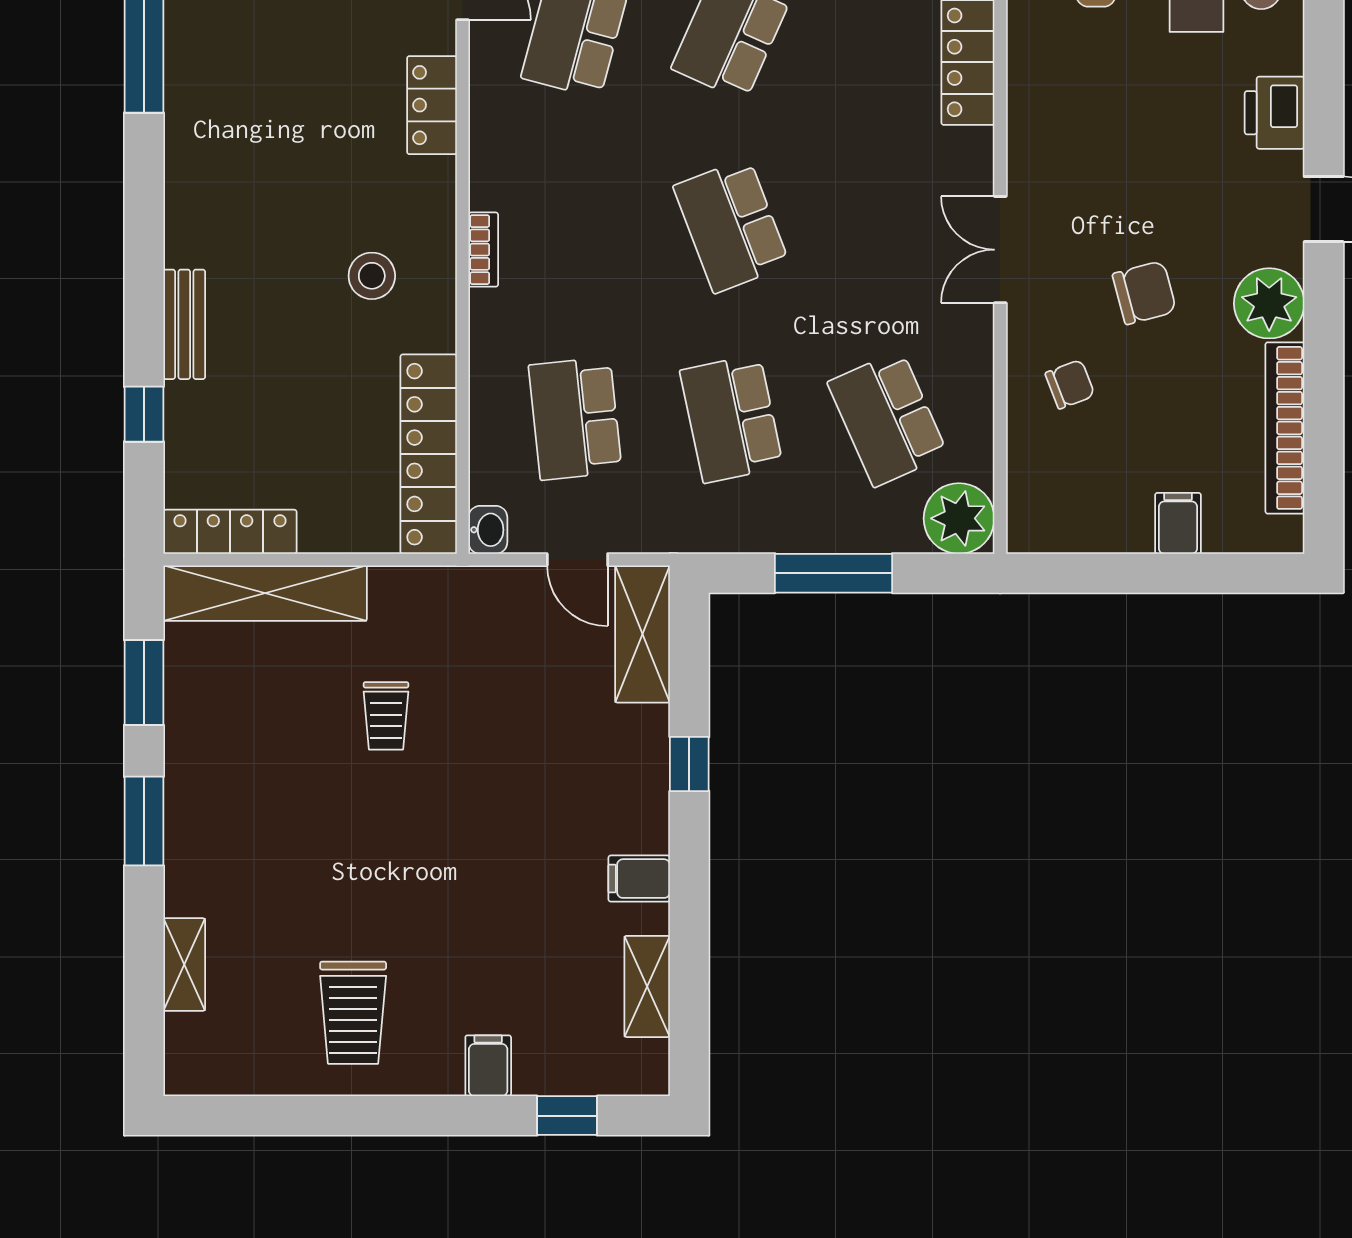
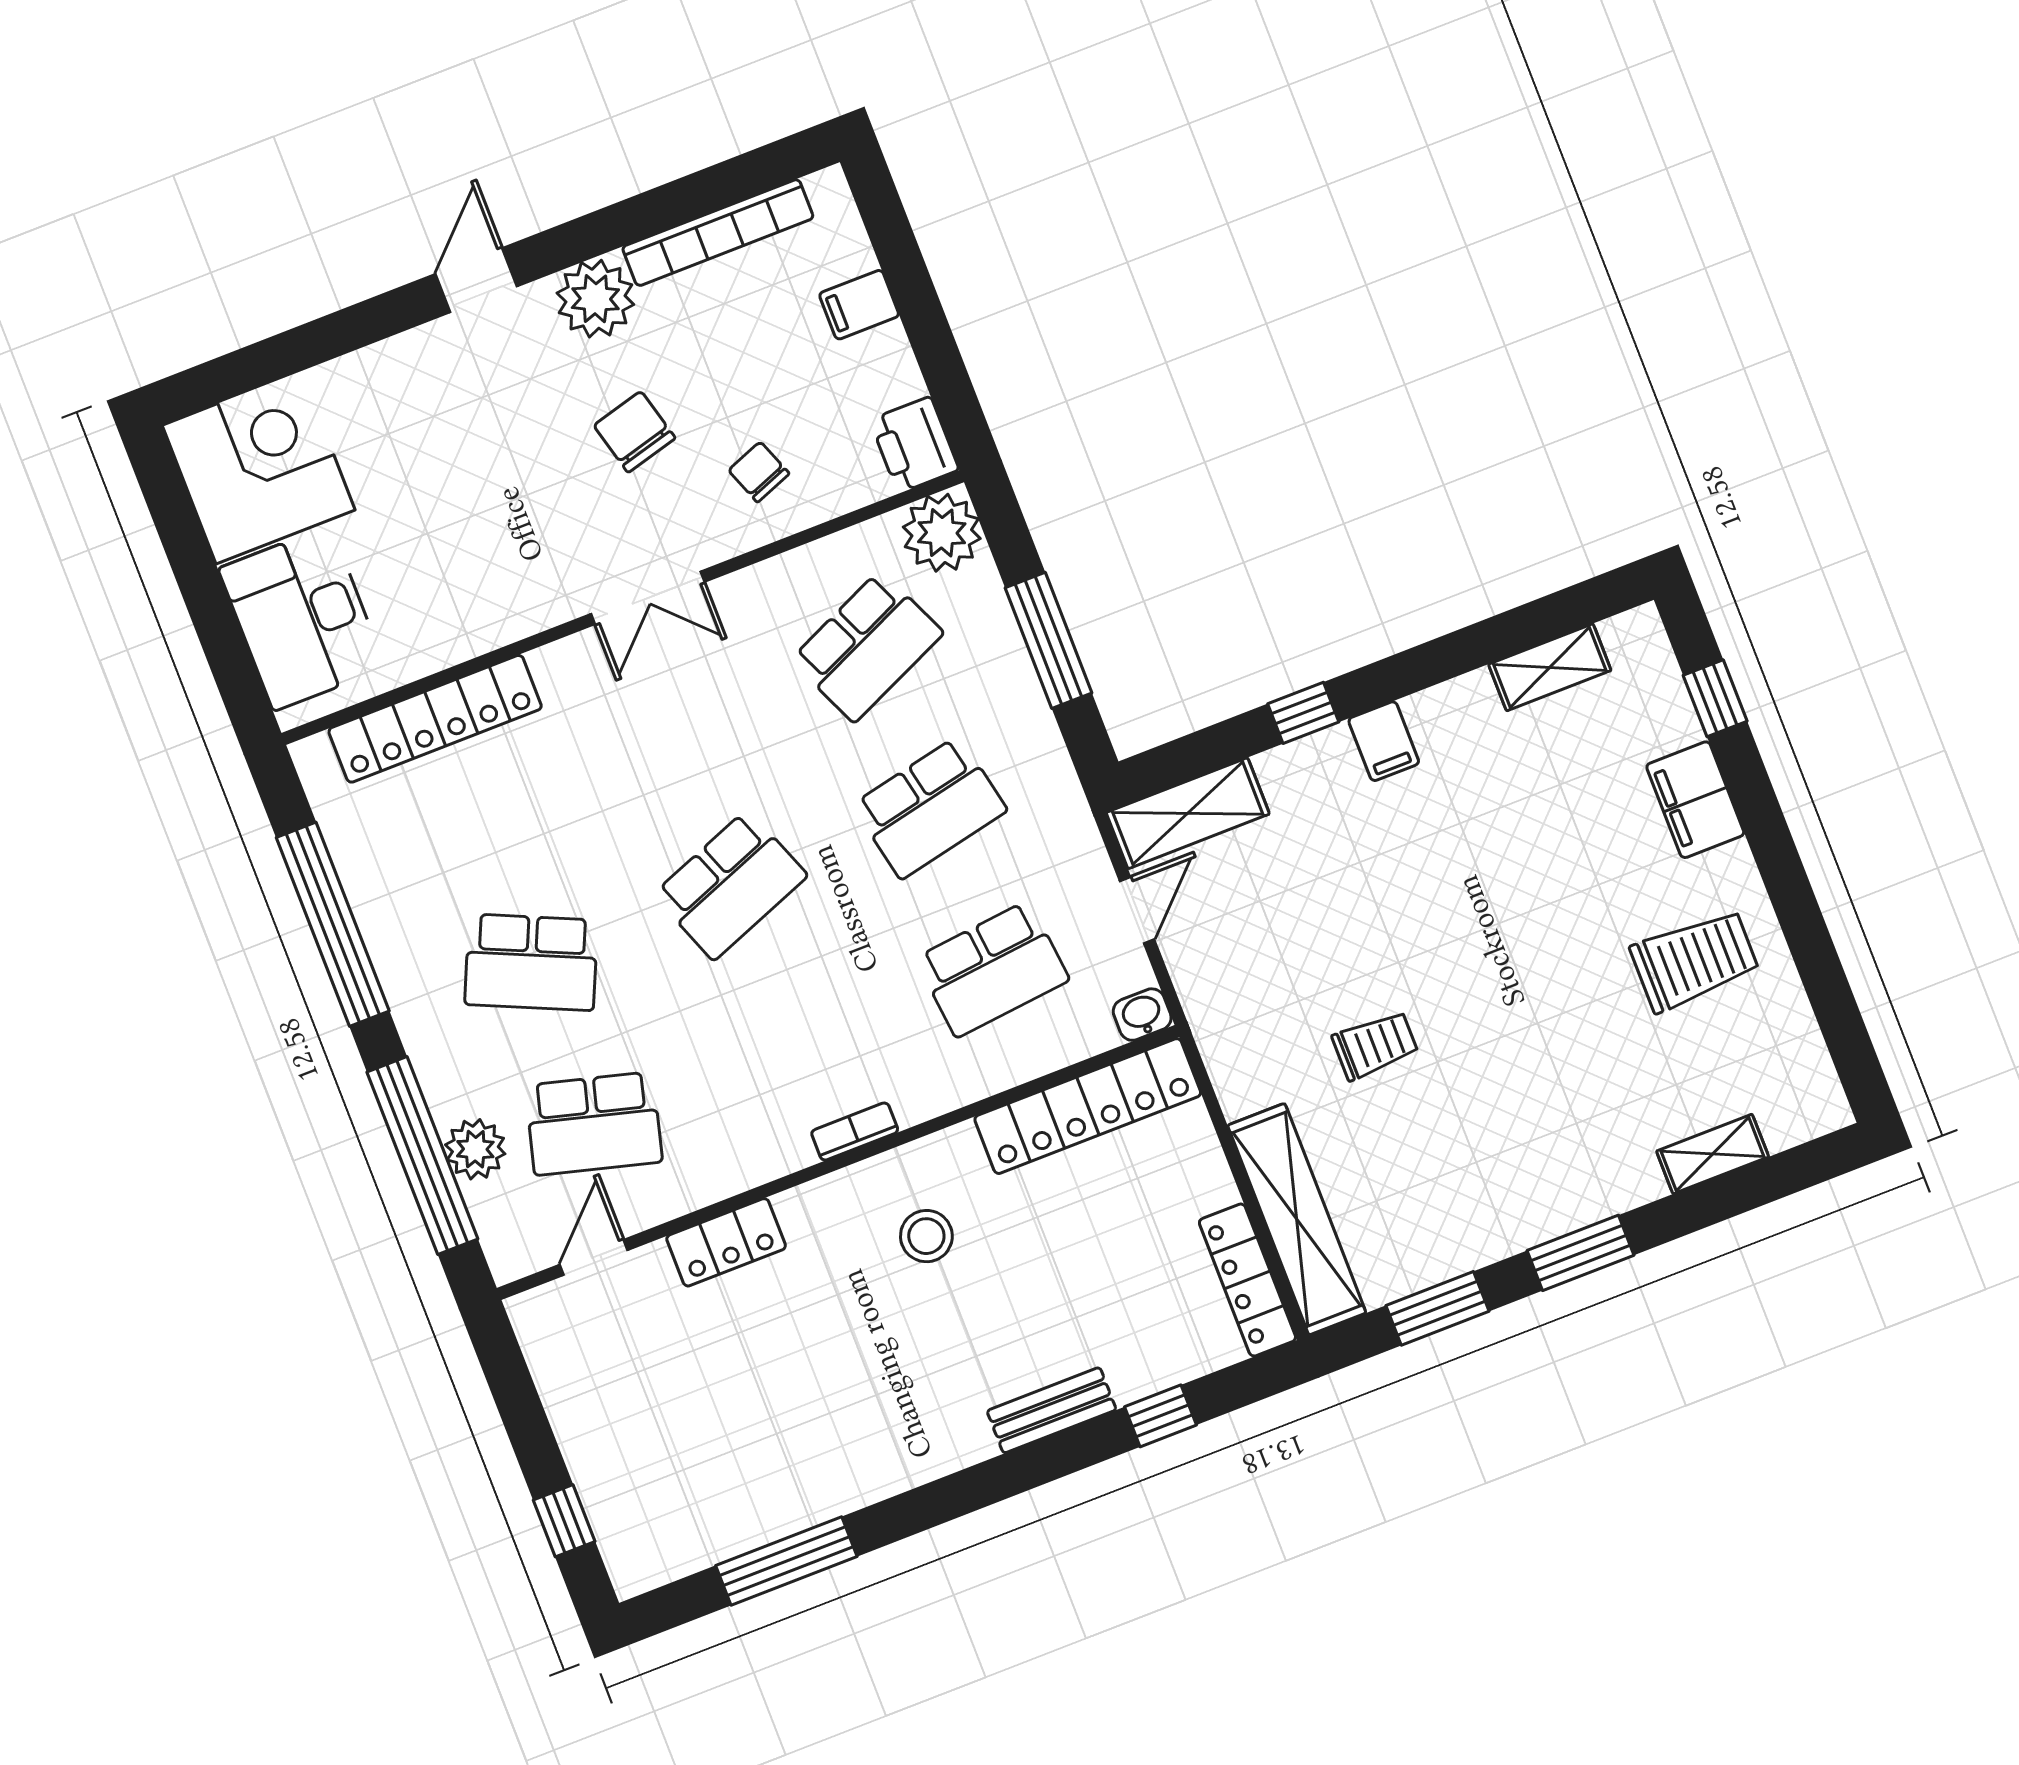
printer: (1275, 113) -> (914, 445), moved, turned 90
filing cabinet: (639, 879) -> (1384, 741), moved
filing cabinet: (488, 1066) -> (1695, 800), width x2.00

